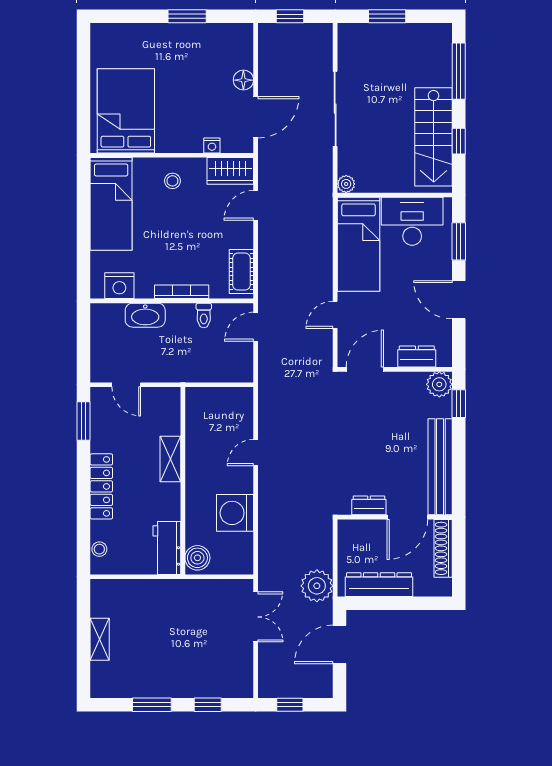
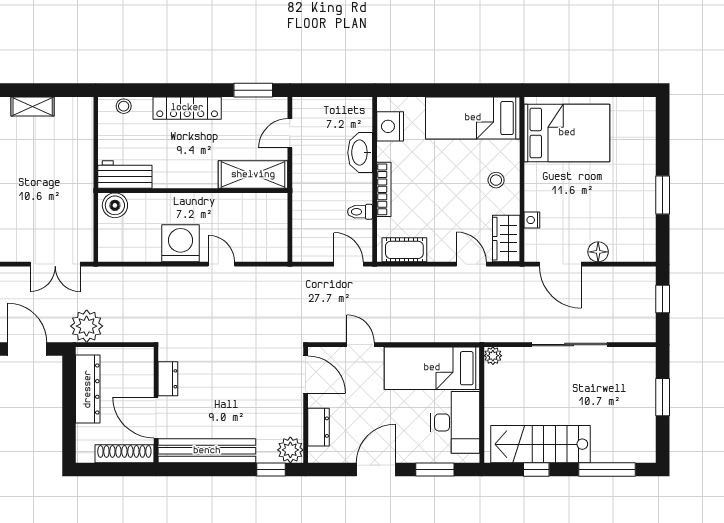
shelving: (170, 459) -> (253, 175), moved, width x1.50, depth x1.33
washing machine: (235, 513) -> (181, 243), moved

